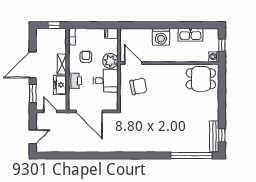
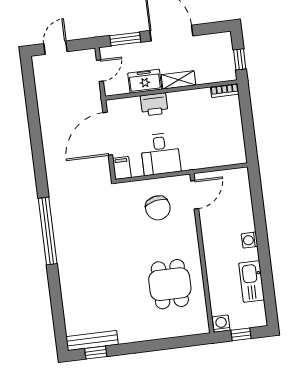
filing cabinet: (111, 33) -> (122, 168), moved
washing machine: (161, 37) -> (250, 240), width x0.53, depth x0.53
armchair: (86, 57) -> (195, 117), removed
plant: (110, 61) -> (193, 157), removed
dining table: (201, 79) -> (170, 284), moved
door: (33, 137) -> (56, 48), swing flipped
window: (191, 155) -> (48, 231), moved

